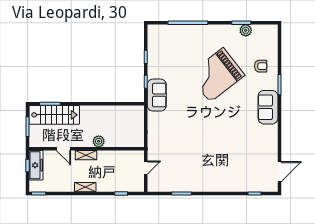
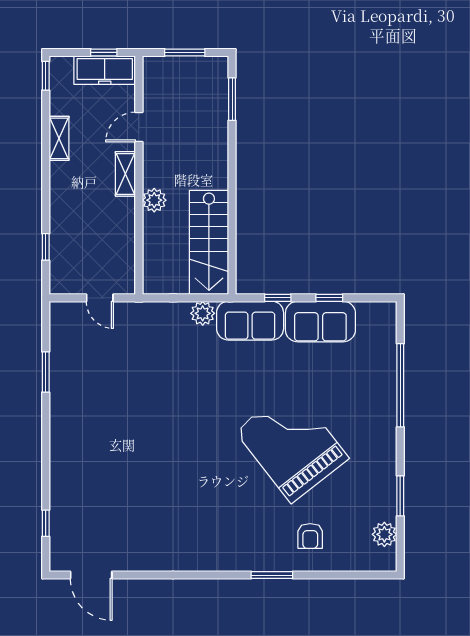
plant: (246, 30) -> (384, 534), moved
sofa: (268, 107) -> (320, 322), moved, turned 180
stairs: (54, 115) -> (209, 242), moved
plant: (153, 118) -> (203, 313), added
shelving: (85, 187) -> (59, 138), moved

